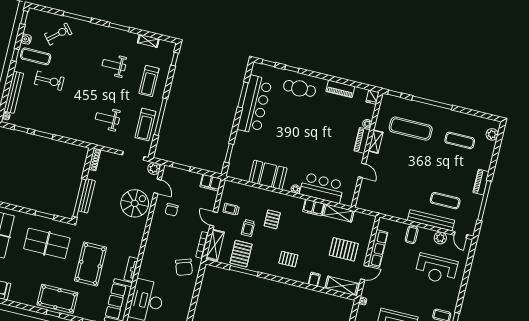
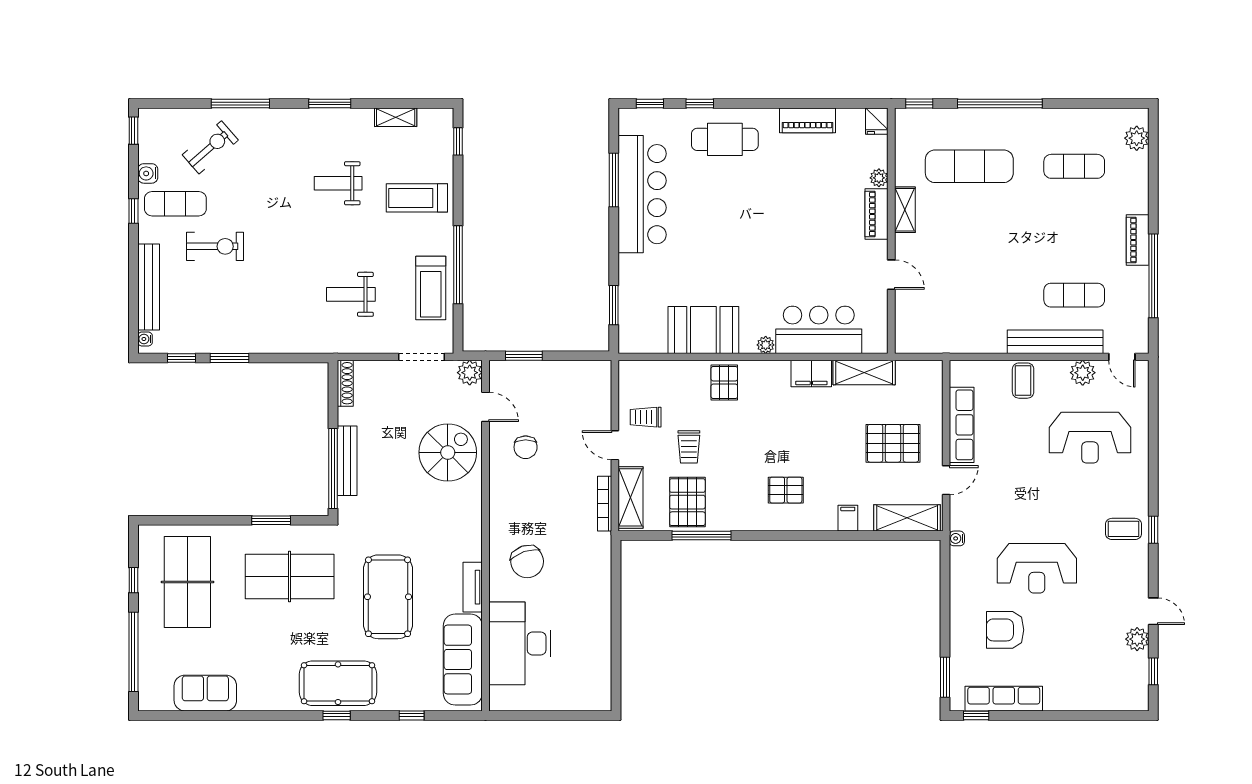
treadmill: (149, 81) -> (417, 198), turned 90
filing cabinet: (211, 183) -> (591, 374), removed
pallet: (272, 219) -> (724, 383), moved
chair: (184, 267) -> (527, 562), moved

